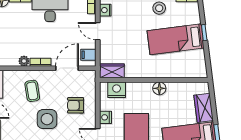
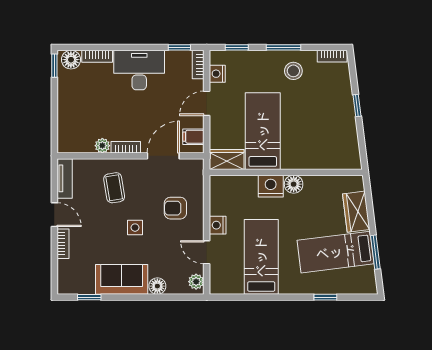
door: (98, 31) -> (207, 103), hinge flipped
bed: (176, 39) -> (263, 131), moved, turned 97
nightstand: (117, 90) -> (271, 186), moved
side table: (47, 119) -> (135, 228), width x0.54, depth x0.54

